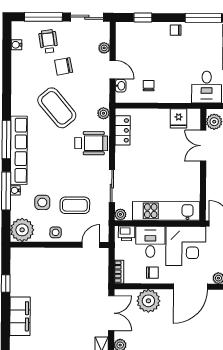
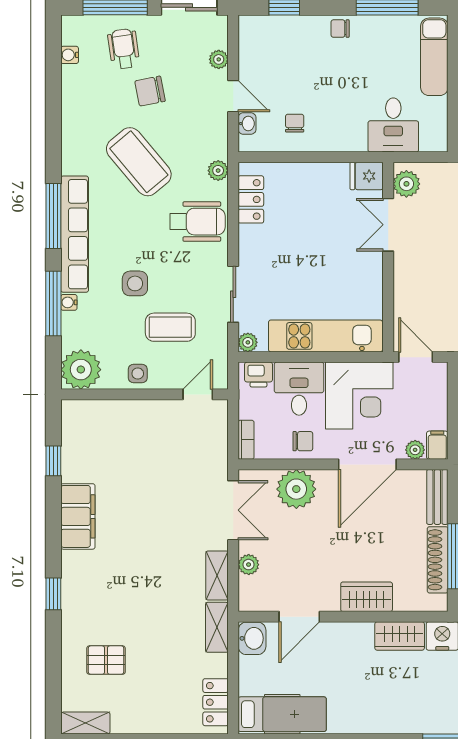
fridge: (179, 118) -> (367, 176), moved, turned 90
side table: (42, 202) -> (135, 283), moved

